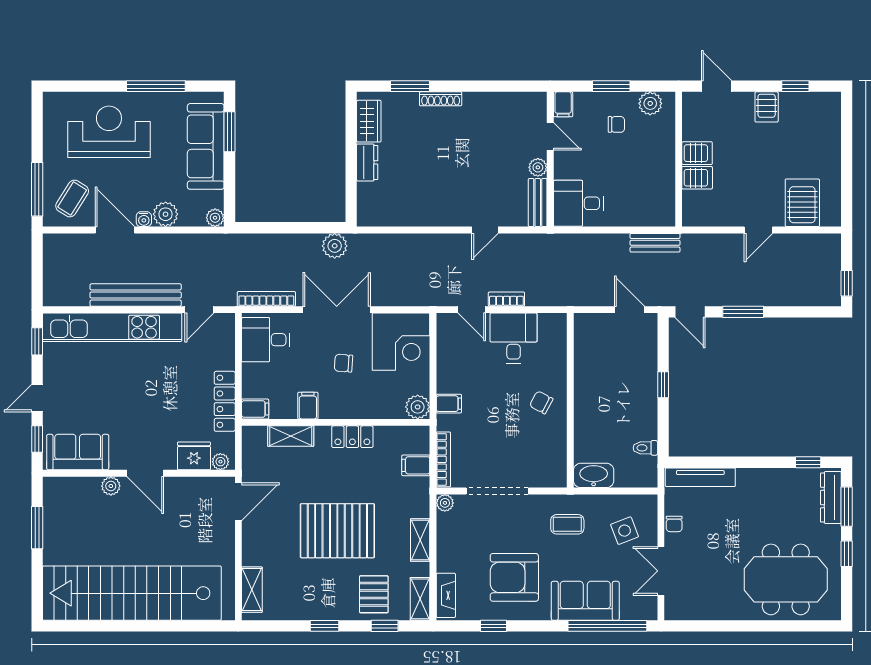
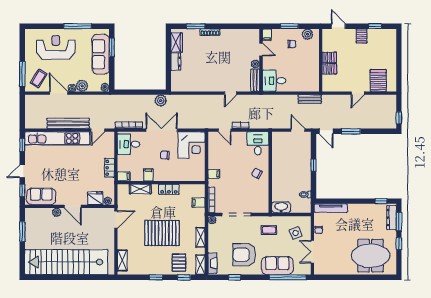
desk: (514, 338) -> (258, 143), moved
locker: (225, 401) -> (110, 168), width x0.66
plant: (418, 407) -> (199, 175), removed

